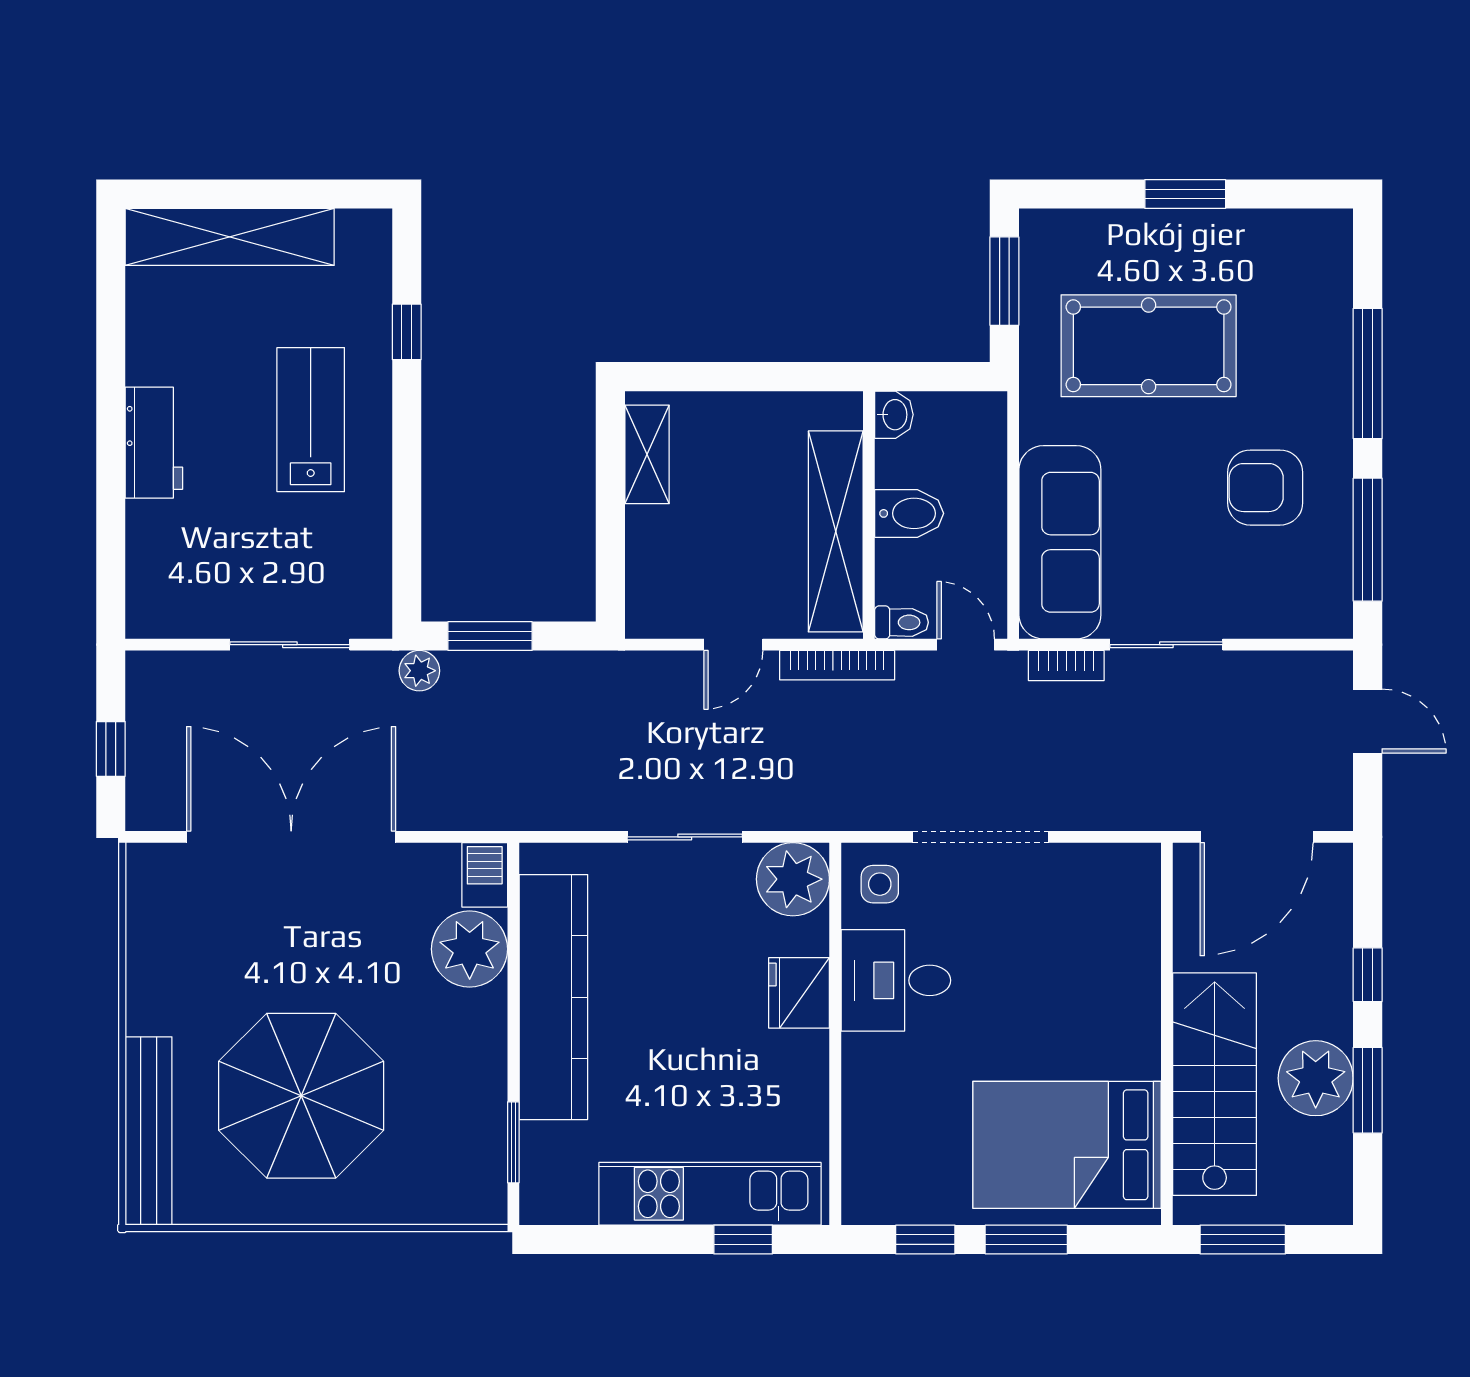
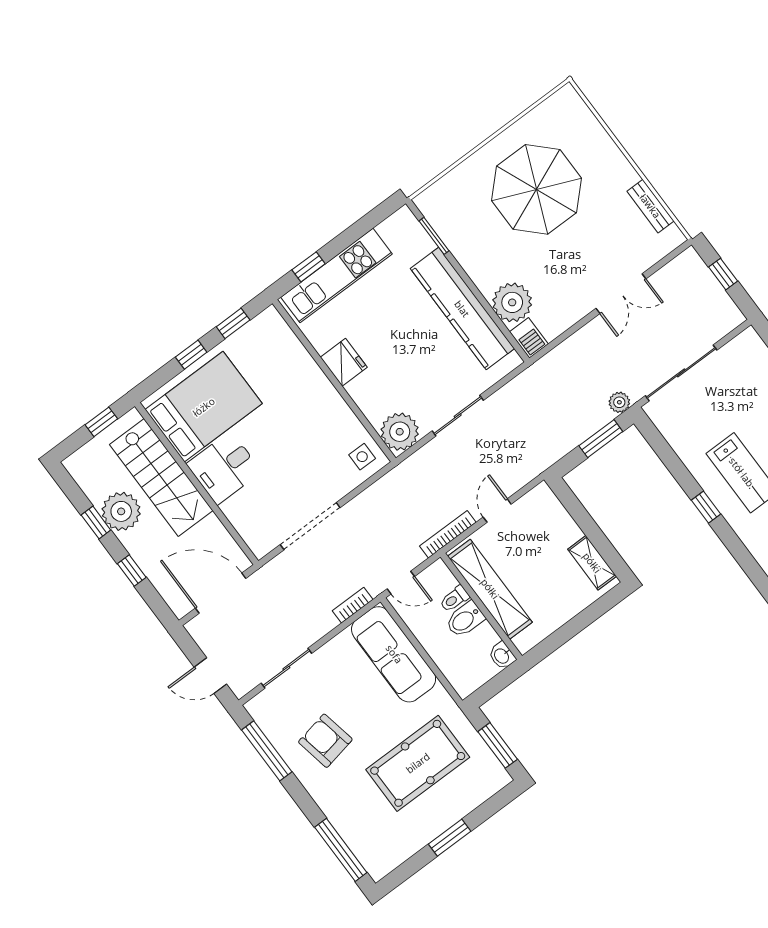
window: (407, 332) -> (706, 507), moved
window: (1368, 373) -> (341, 850), moved
armchair: (1265, 488) -> (325, 741), turned -101
toilet: (902, 622) -> (454, 599), moved
sliding door: (290, 645) -> (681, 373), width x1.37
sliding door: (1166, 645) -> (286, 668), moved
double door: (291, 837) -> (621, 294), width x0.54
doorway: (980, 837) -> (310, 526), moved
door: (1257, 837) -> (221, 593), hinge flipped
desk: (896, 980) -> (224, 468), moved, turned 180
fridge: (799, 993) -> (344, 362), moved
window: (1368, 1090) -> (96, 523), width x0.67
bench: (149, 1131) -> (650, 206), moved, width x0.54, depth x0.82
window: (1026, 1240) -> (191, 355), width x0.67
window: (1243, 1240) -> (101, 422), width x0.67

